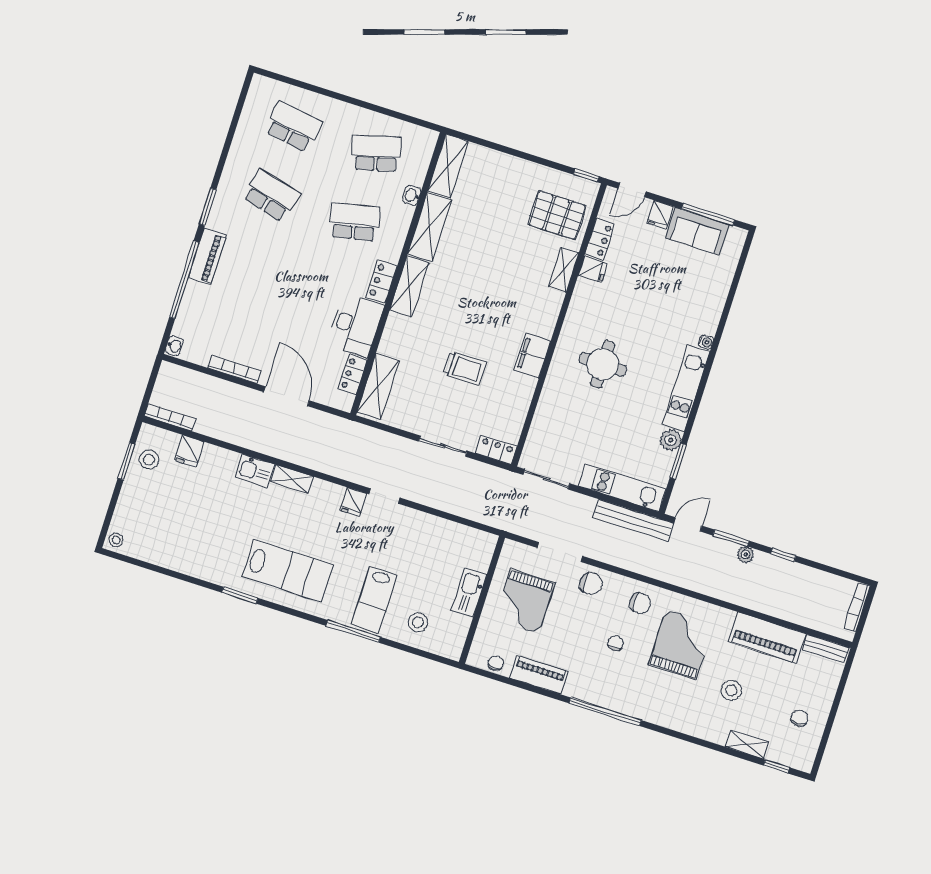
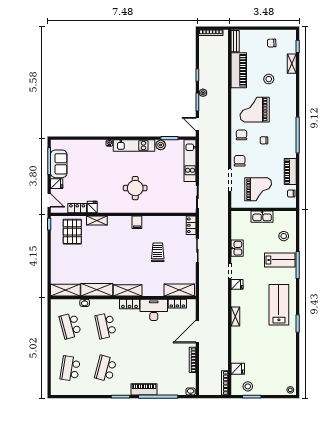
filing cabinet: (533, 356) -> (137, 222), width x0.50
kitchen sink: (255, 471) -> (237, 248), moved
bench: (633, 520) -> (204, 151), removed

